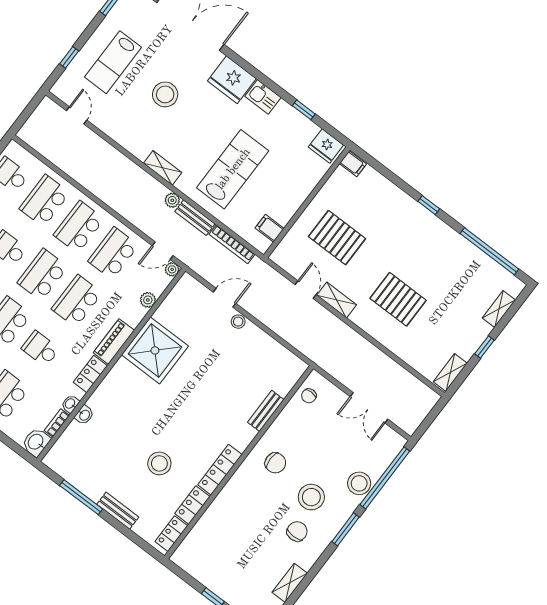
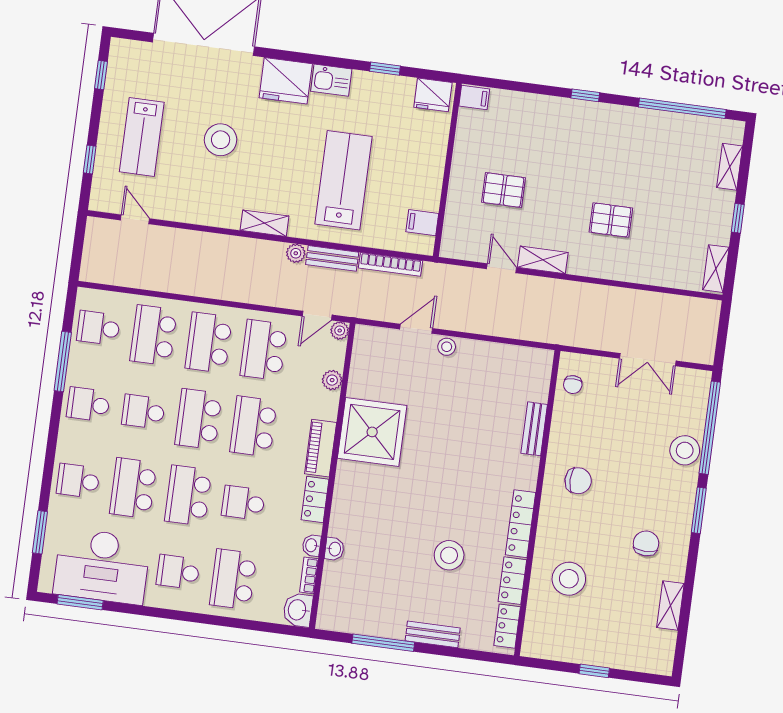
pallet: (337, 238) -> (503, 190), width x0.67, depth x0.71
pallet: (398, 299) -> (611, 220), width x0.67, depth x0.71
stool: (311, 497) -> (569, 579), moved

